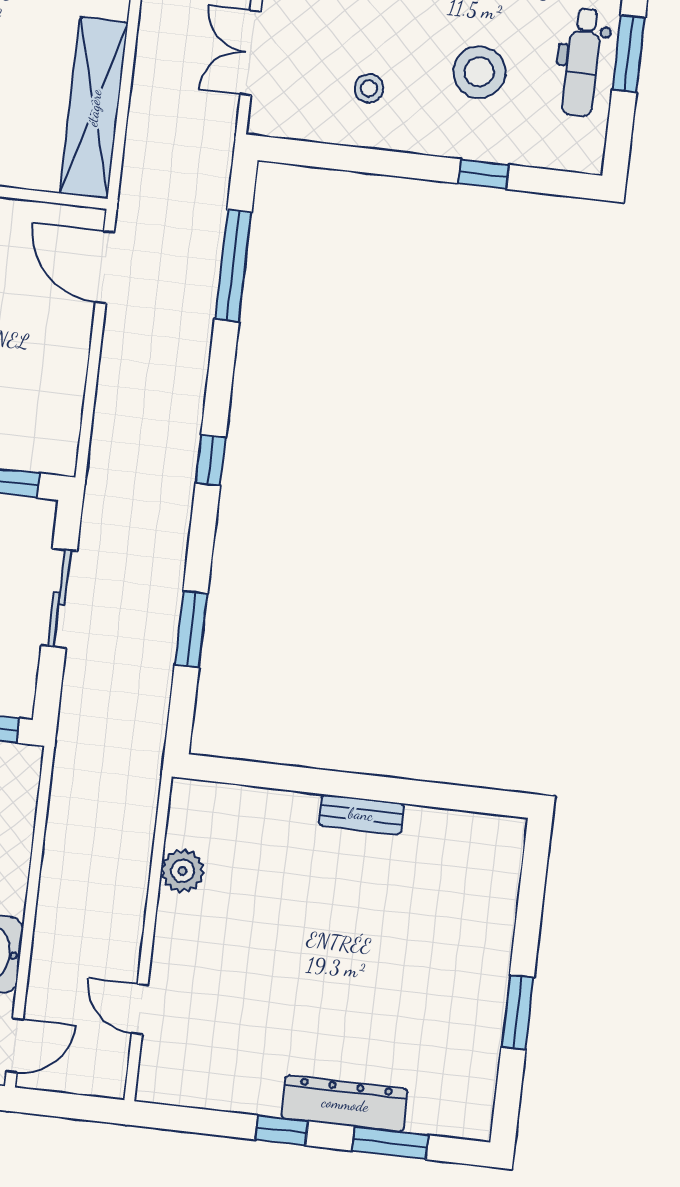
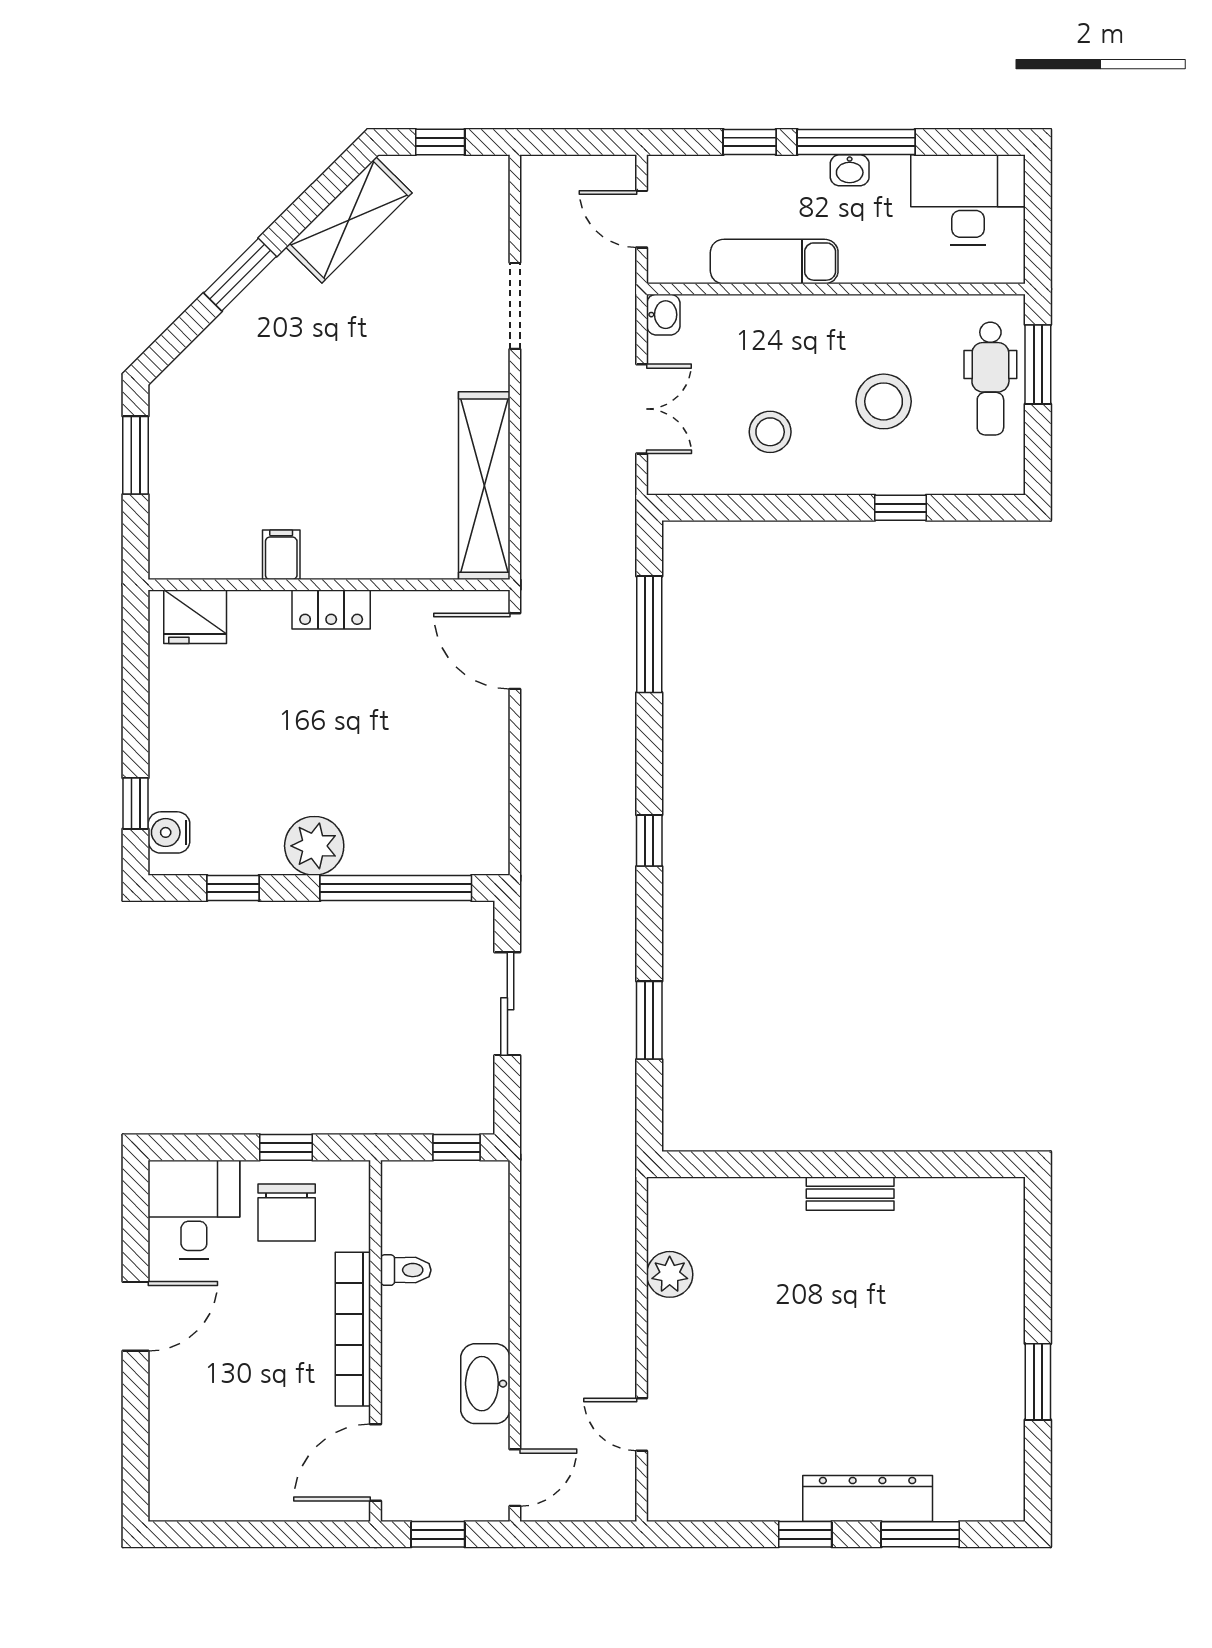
double door: (250, 53) -> (642, 409), swing flipped
stool: (369, 88) -> (770, 432), width x1.37, depth x1.37

